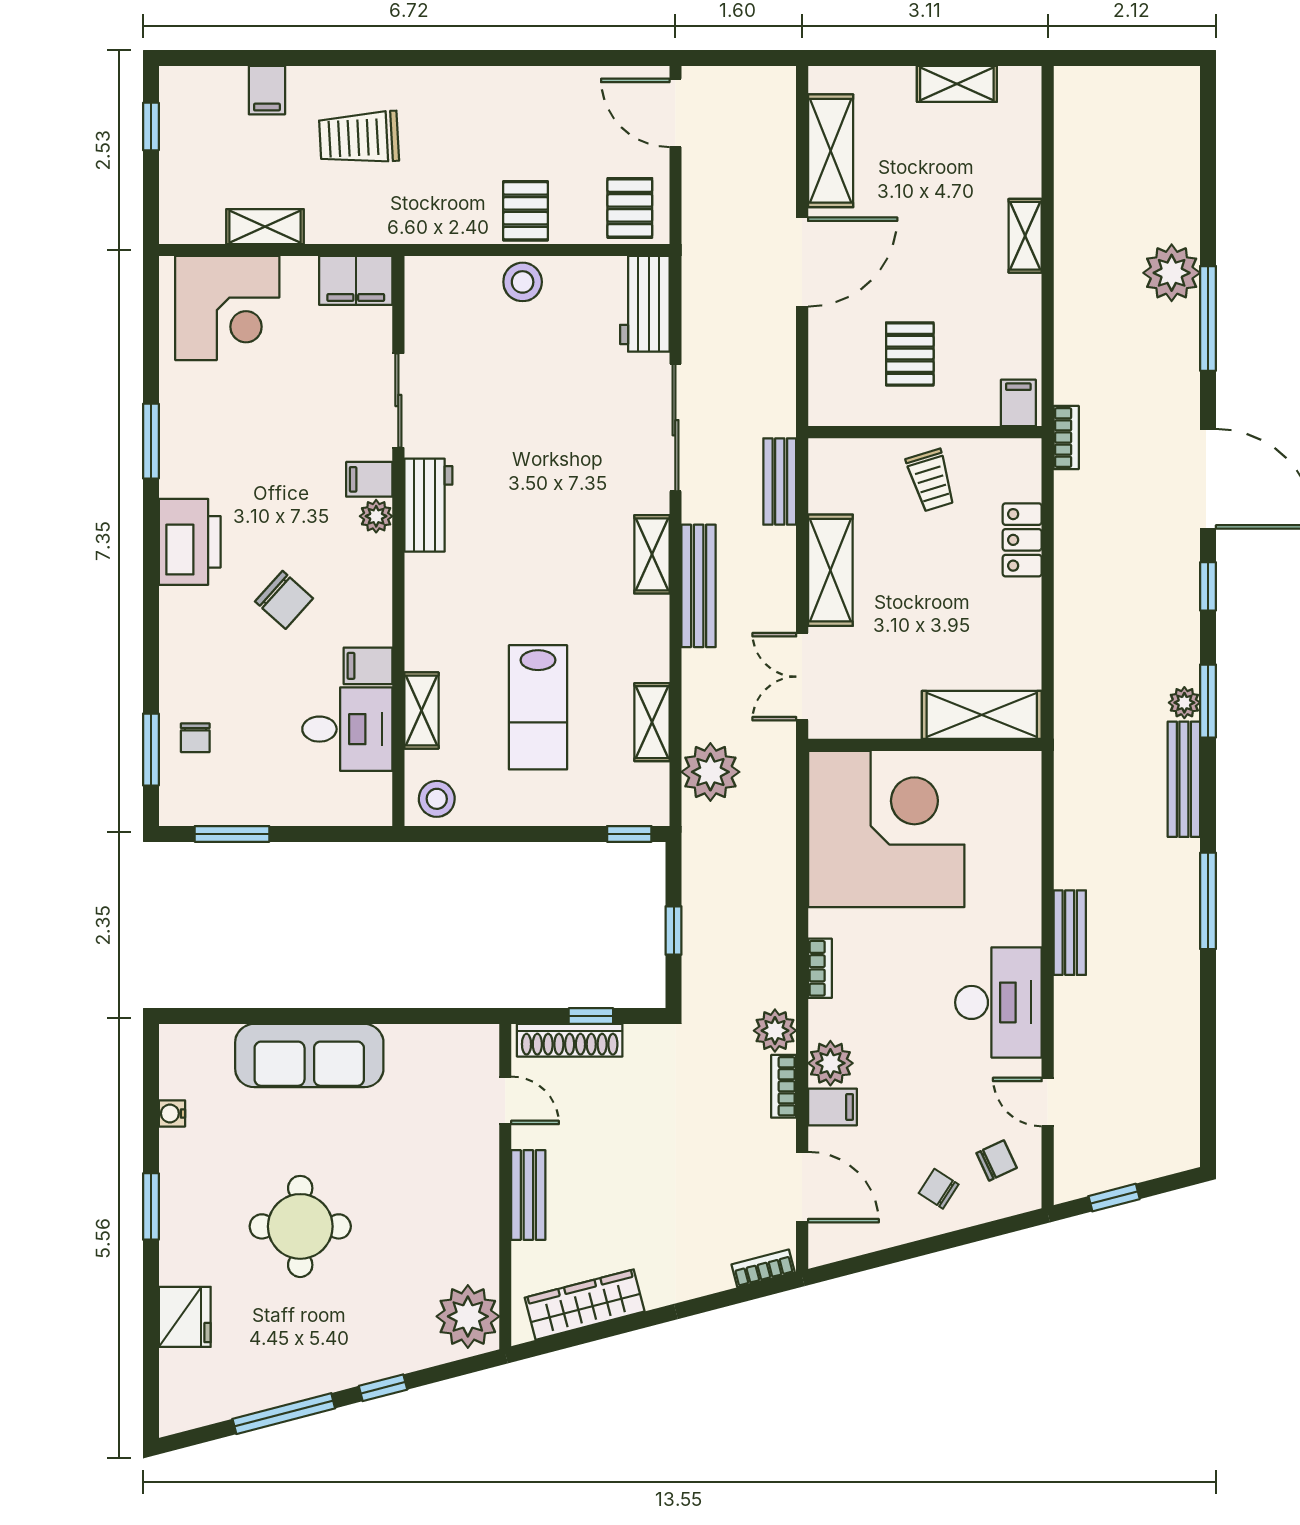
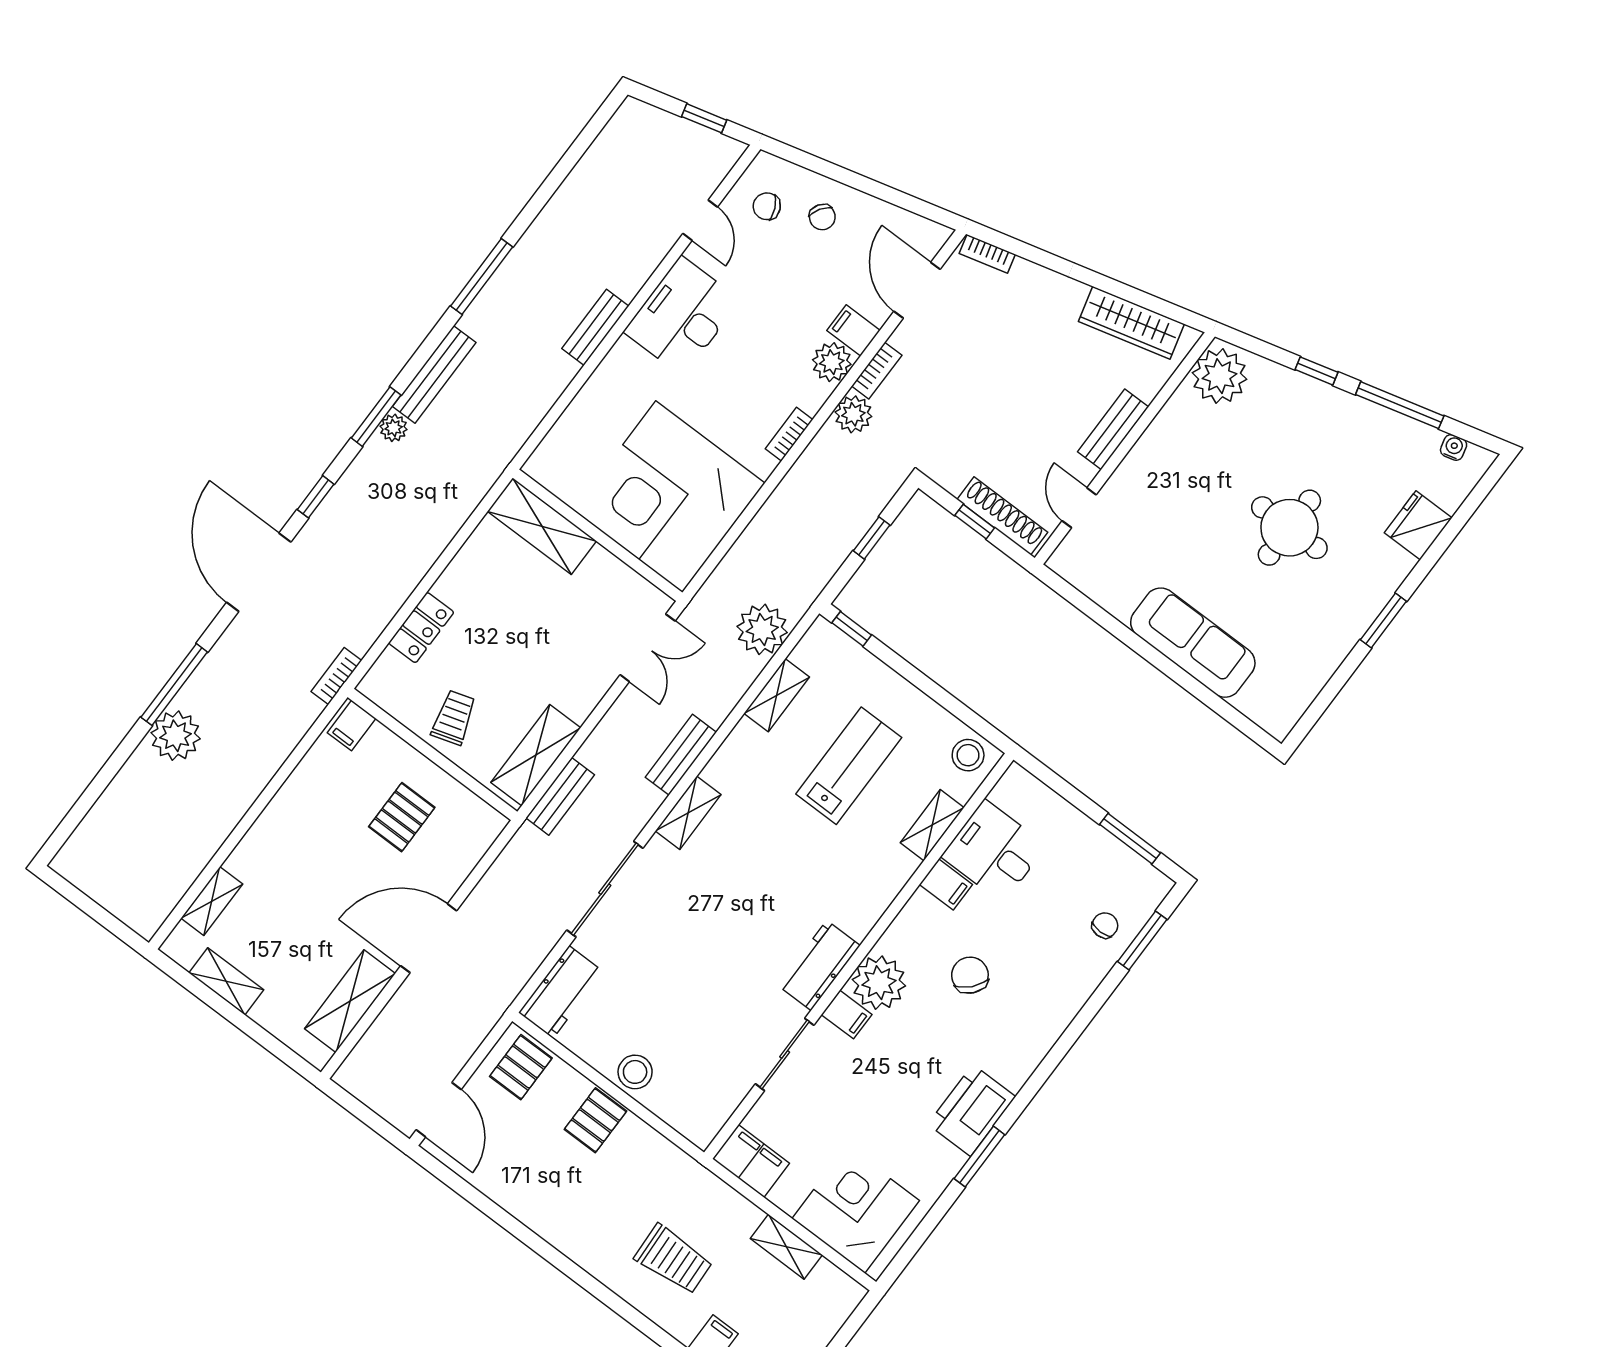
shelving: (1025, 236) -> (212, 901), moved
plant: (376, 516) -> (879, 983), width x1.87, depth x1.87
printer: (190, 542) -> (972, 1110), moved
shelving: (830, 570) -> (536, 755), moved
bench: (699, 586) -> (681, 755), width x0.73
water cooler: (172, 1113) -> (1454, 447), moved, turned -105

